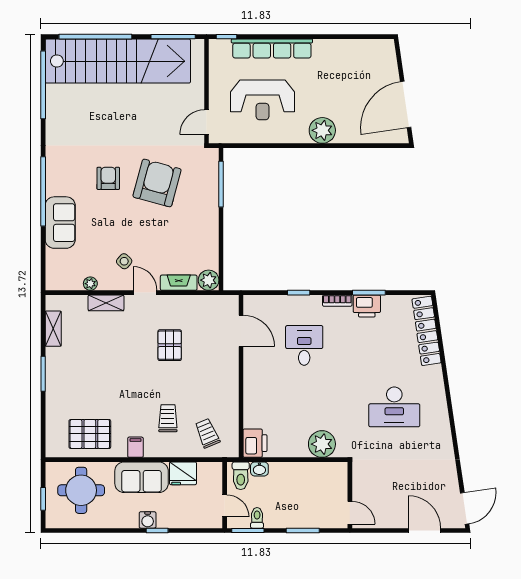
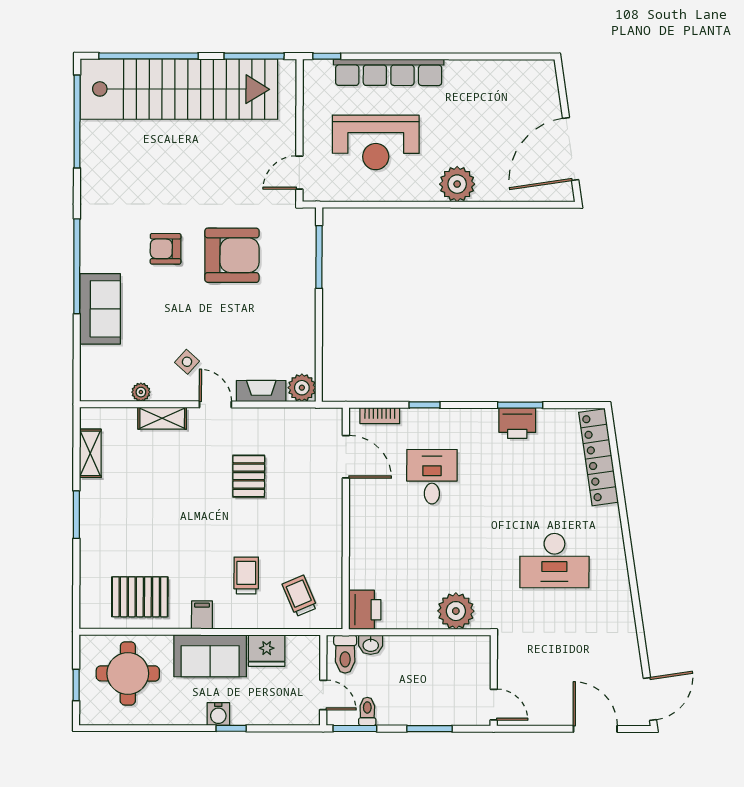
armchair: (108, 178) -> (166, 249), turned -90
armchair: (157, 183) -> (232, 255), turned 75
bookcase: (337, 301) -> (380, 416), moved

